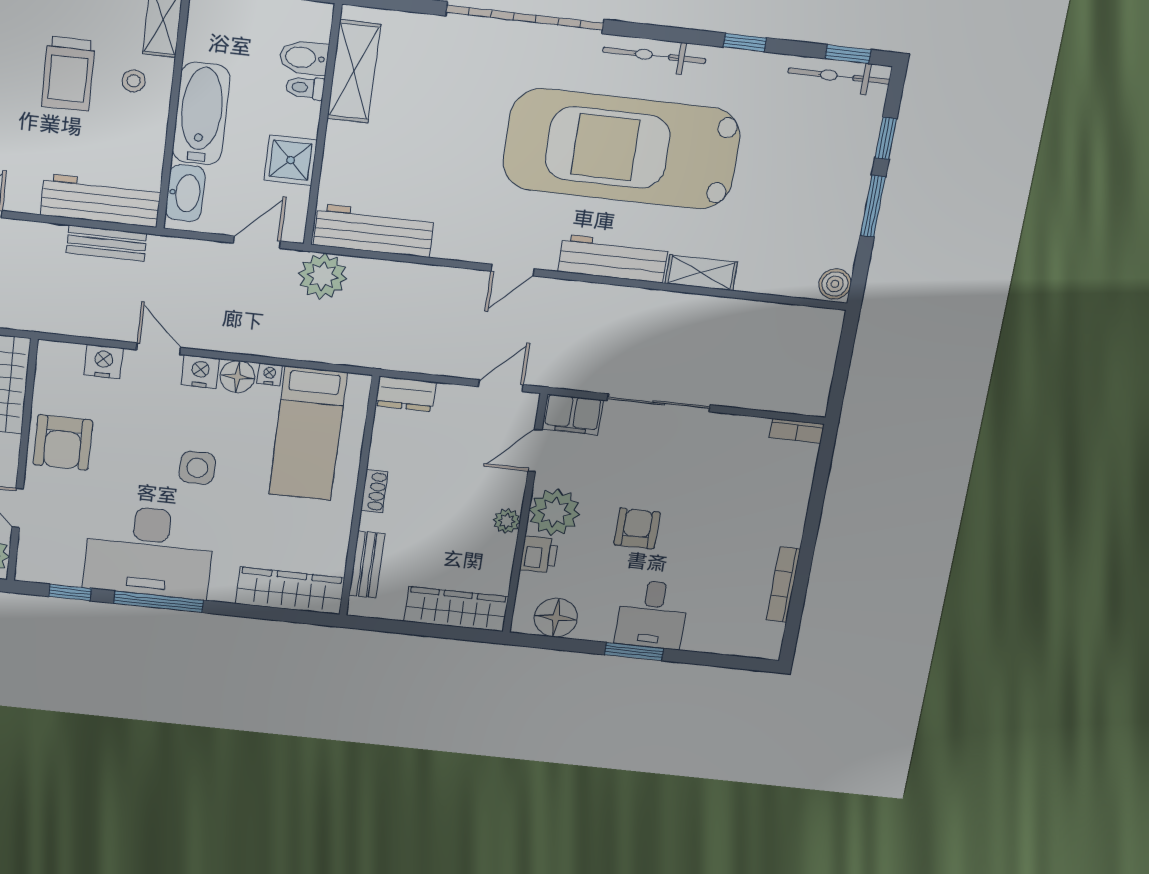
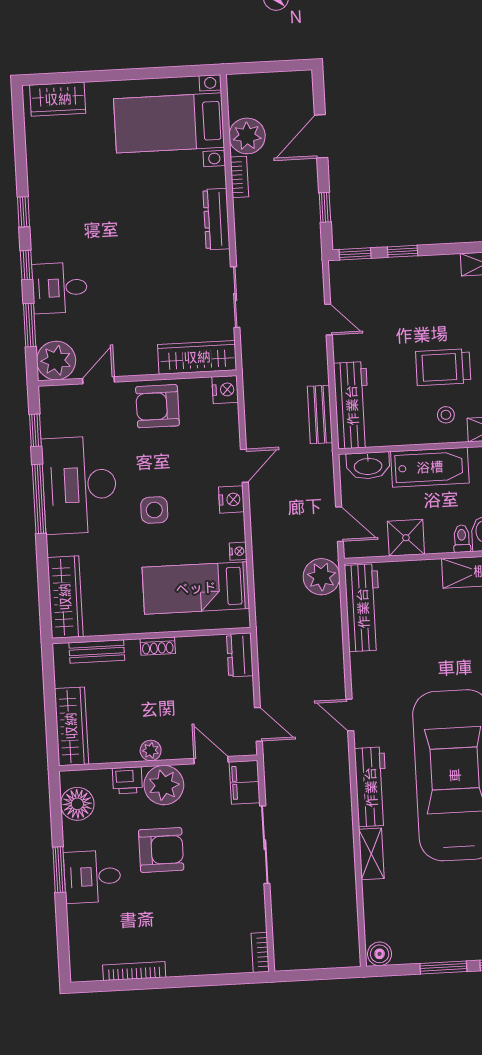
nightstand: (103, 362) -> (225, 390), moved
floor lamp: (237, 377) -> (232, 528), removed
armchair: (637, 529) -> (161, 850), width x1.38, depth x1.38

